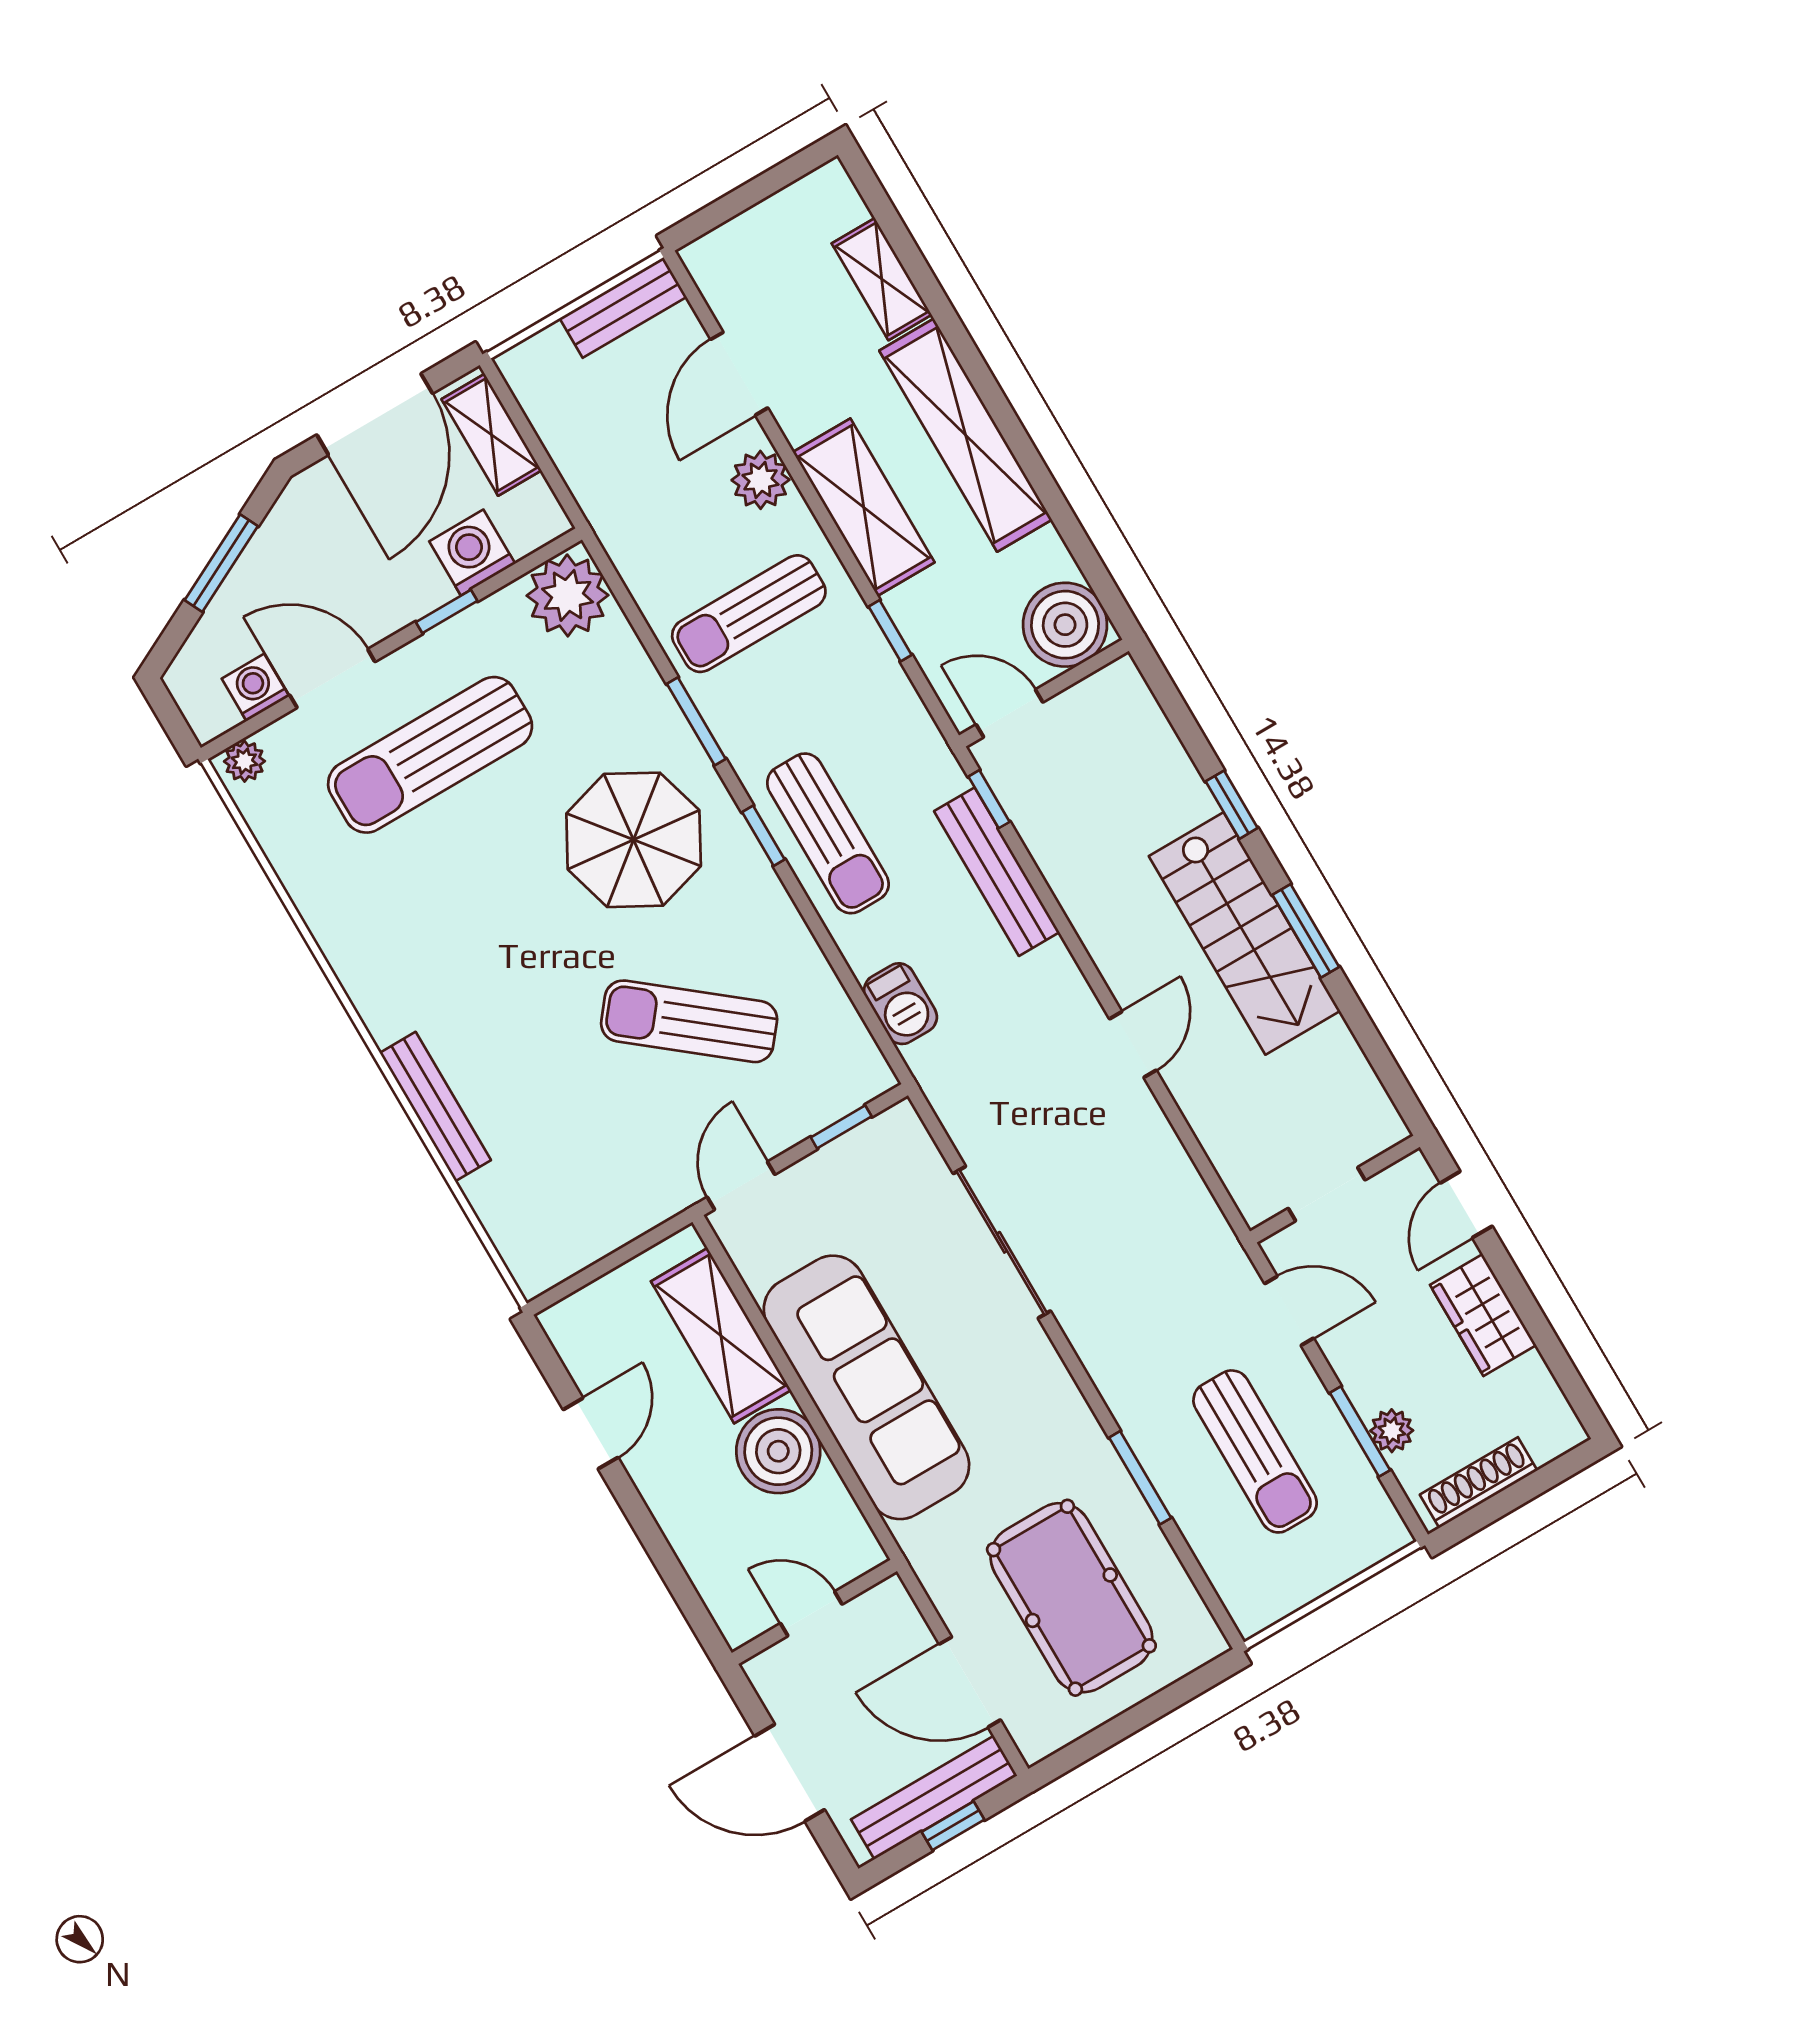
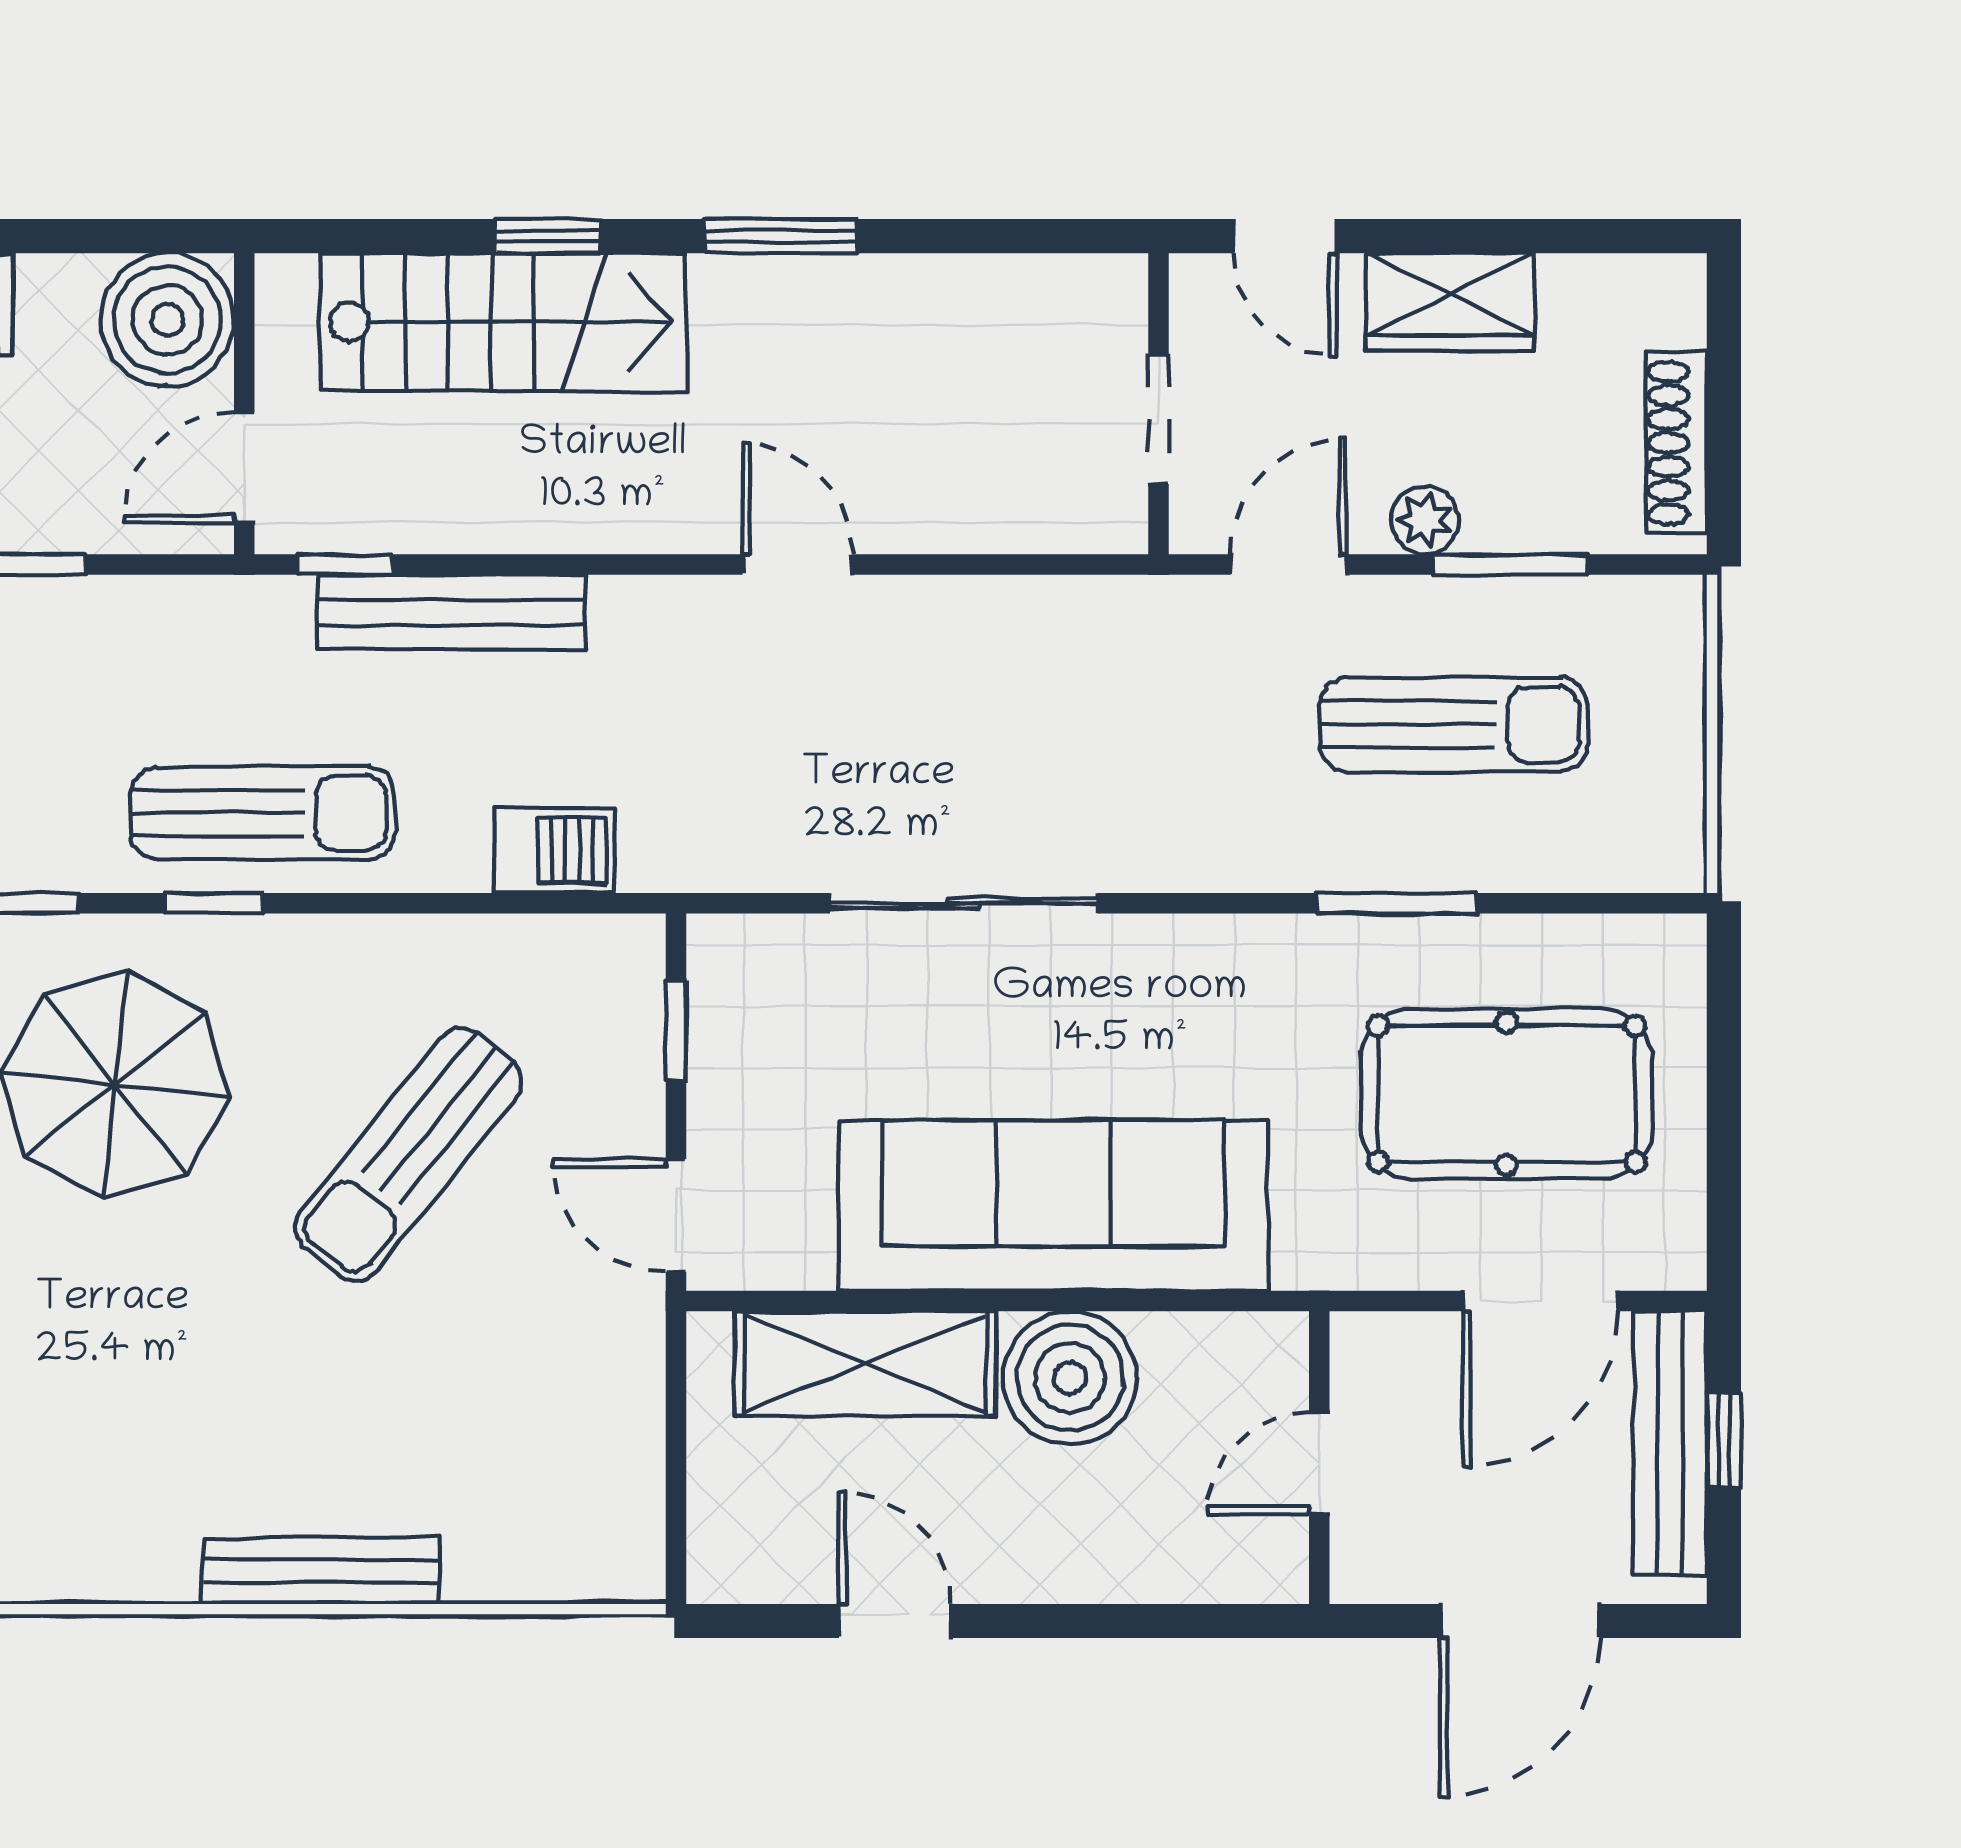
stairs: (1244, 933) -> (503, 322), moved
plant: (1392, 1431) -> (1425, 520), moved

